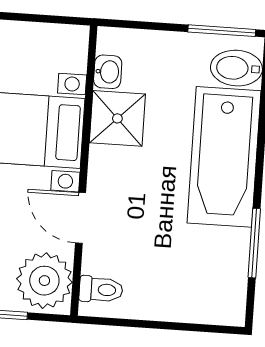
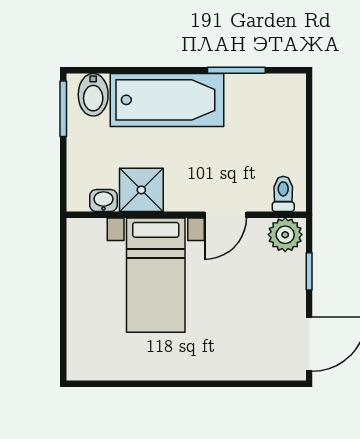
plant: (44, 281) -> (285, 235), width x0.73, depth x0.73

